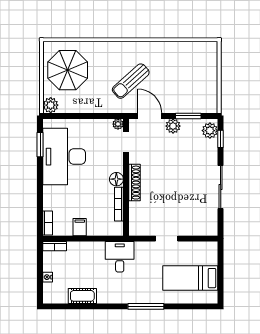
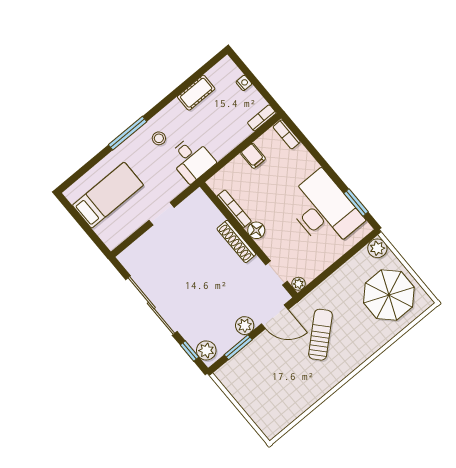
sliding door: (221, 187) -> (151, 305), width x1.36
stool: (129, 287) -> (159, 138), added

